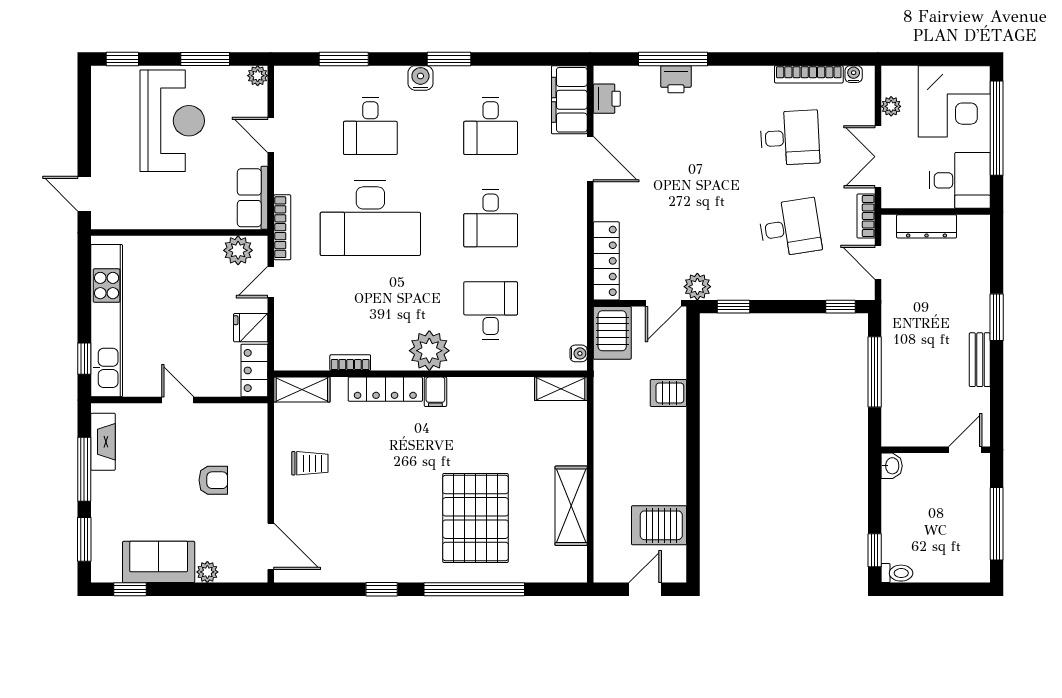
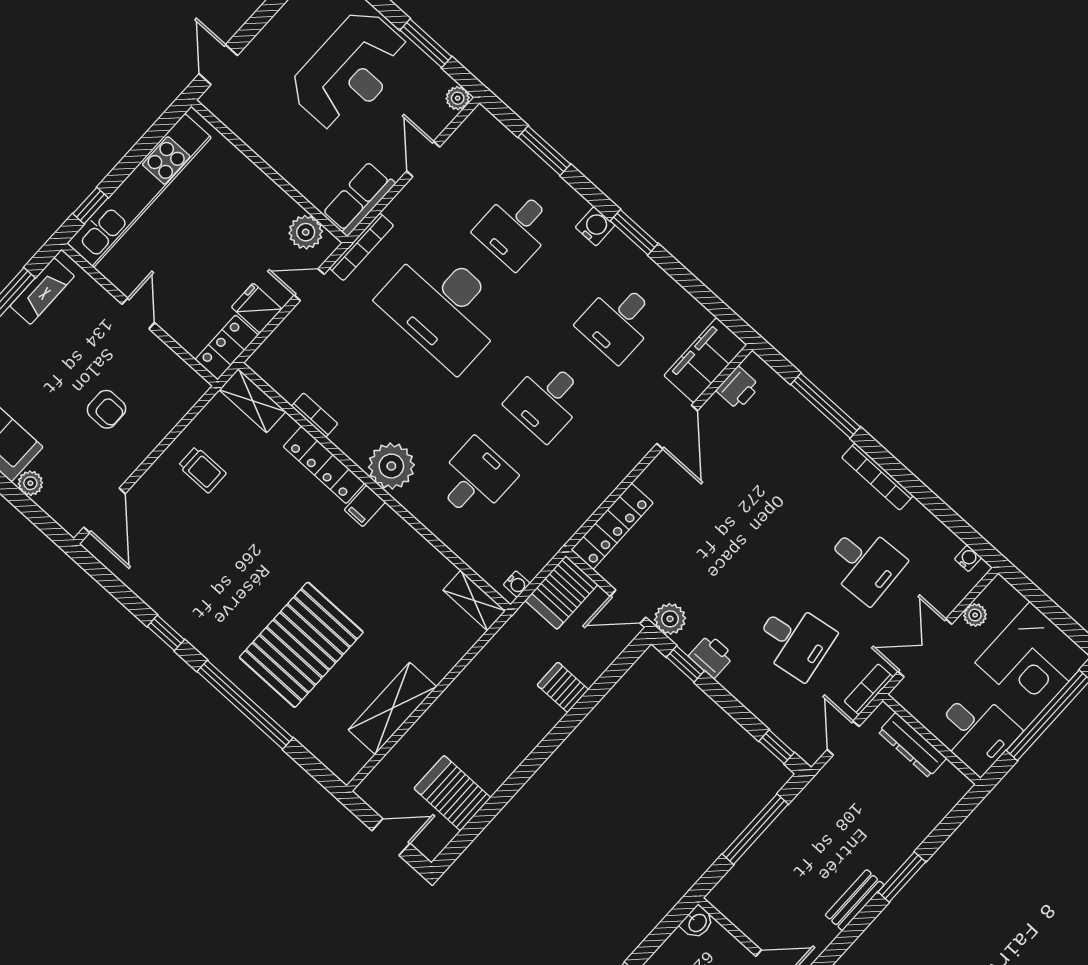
bookcase: (809, 74) -> (877, 477), moved
printer: (676, 79) -> (711, 656), moved, turned 180

